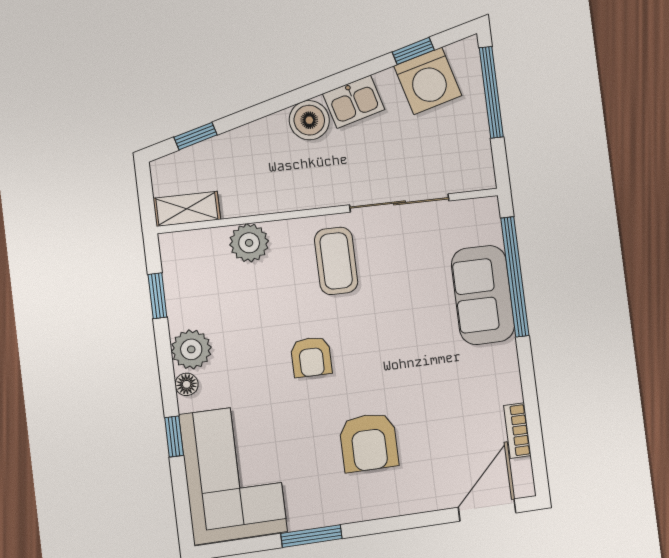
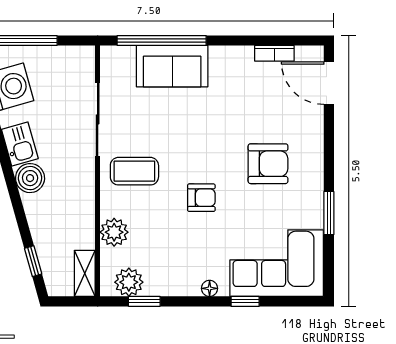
plant: (191, 349) -> (129, 282), moved

